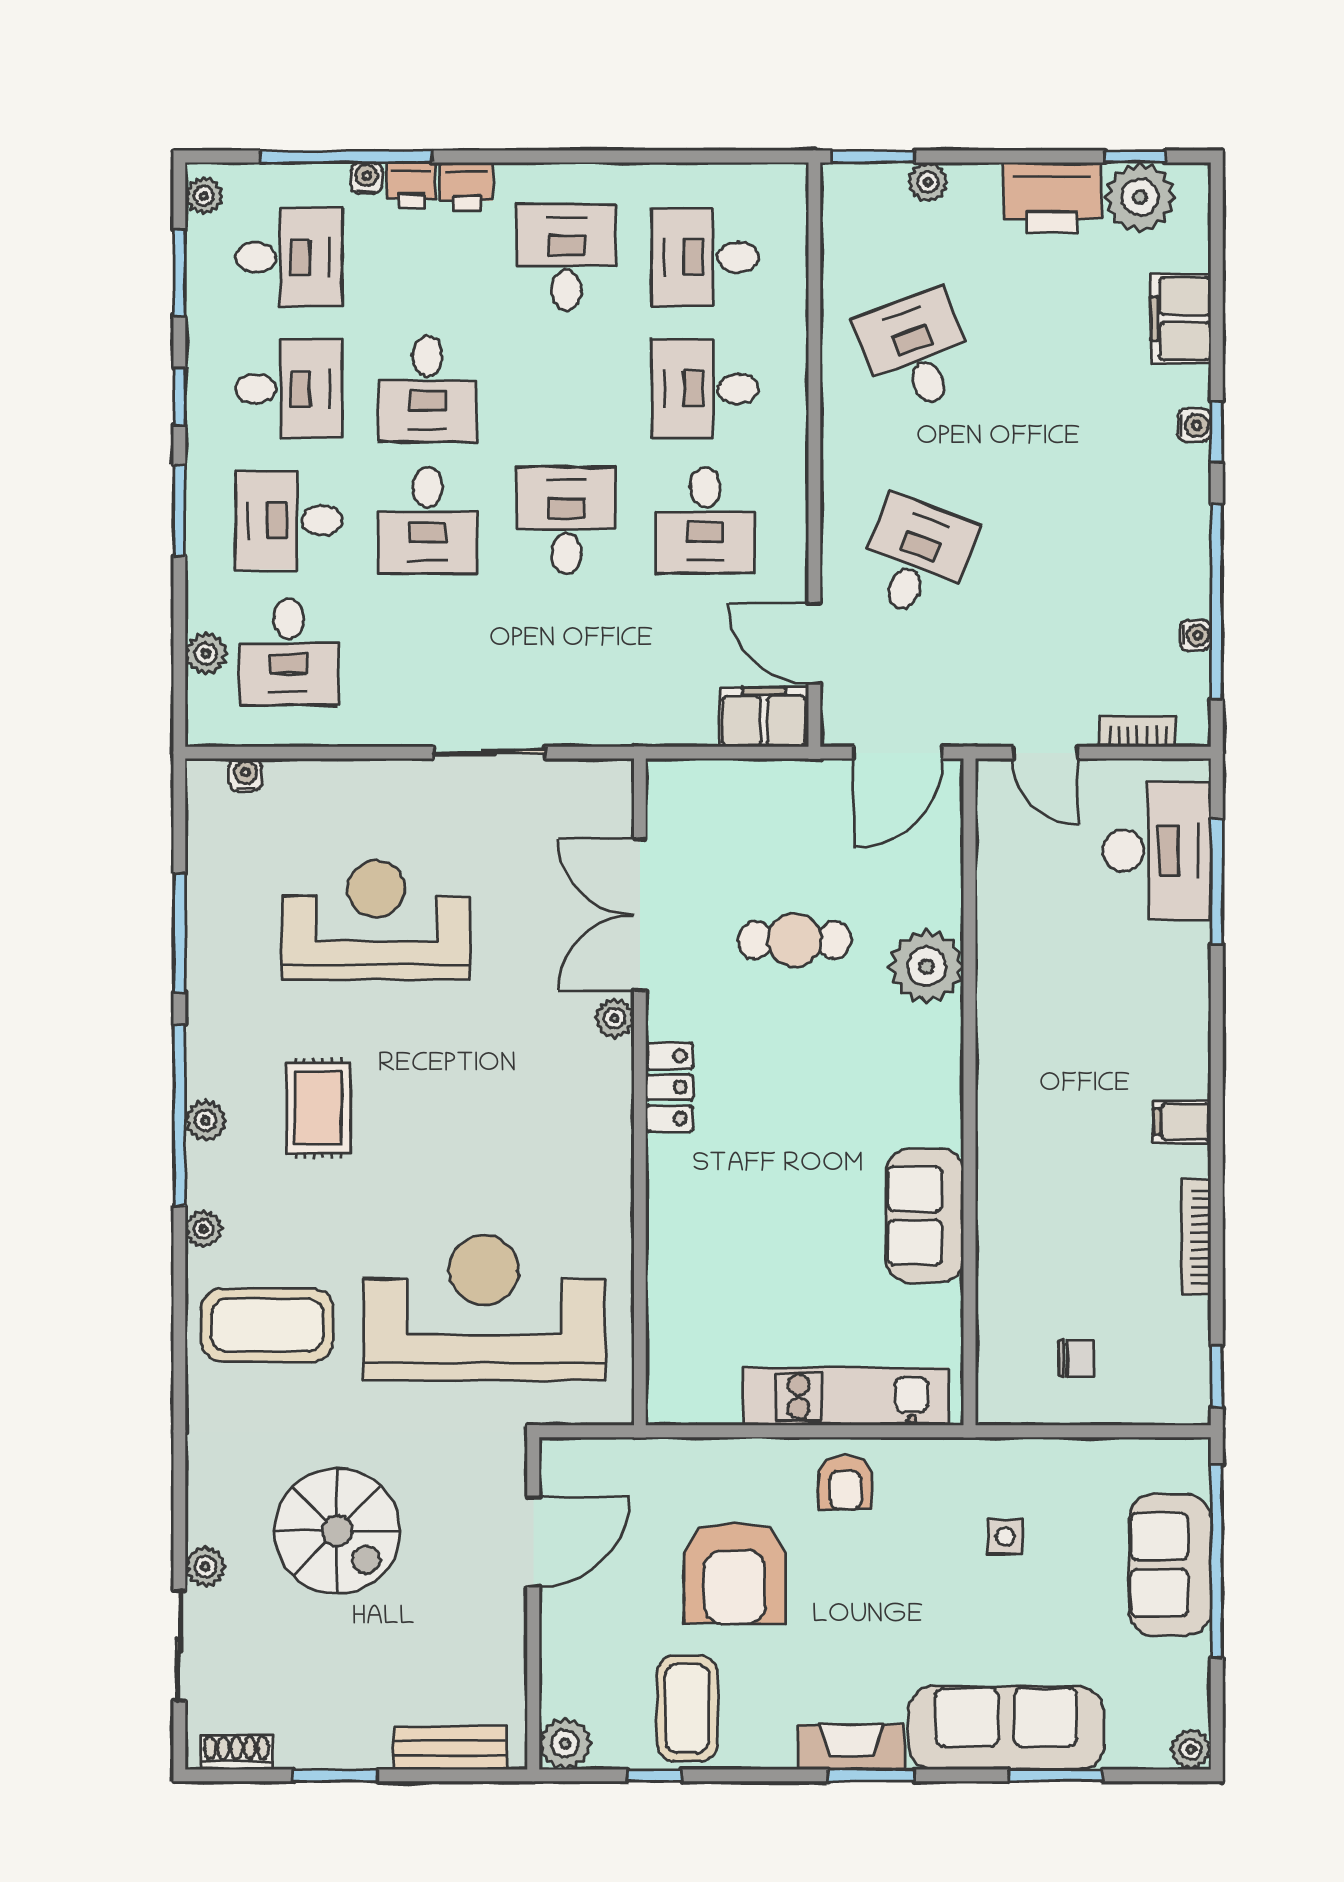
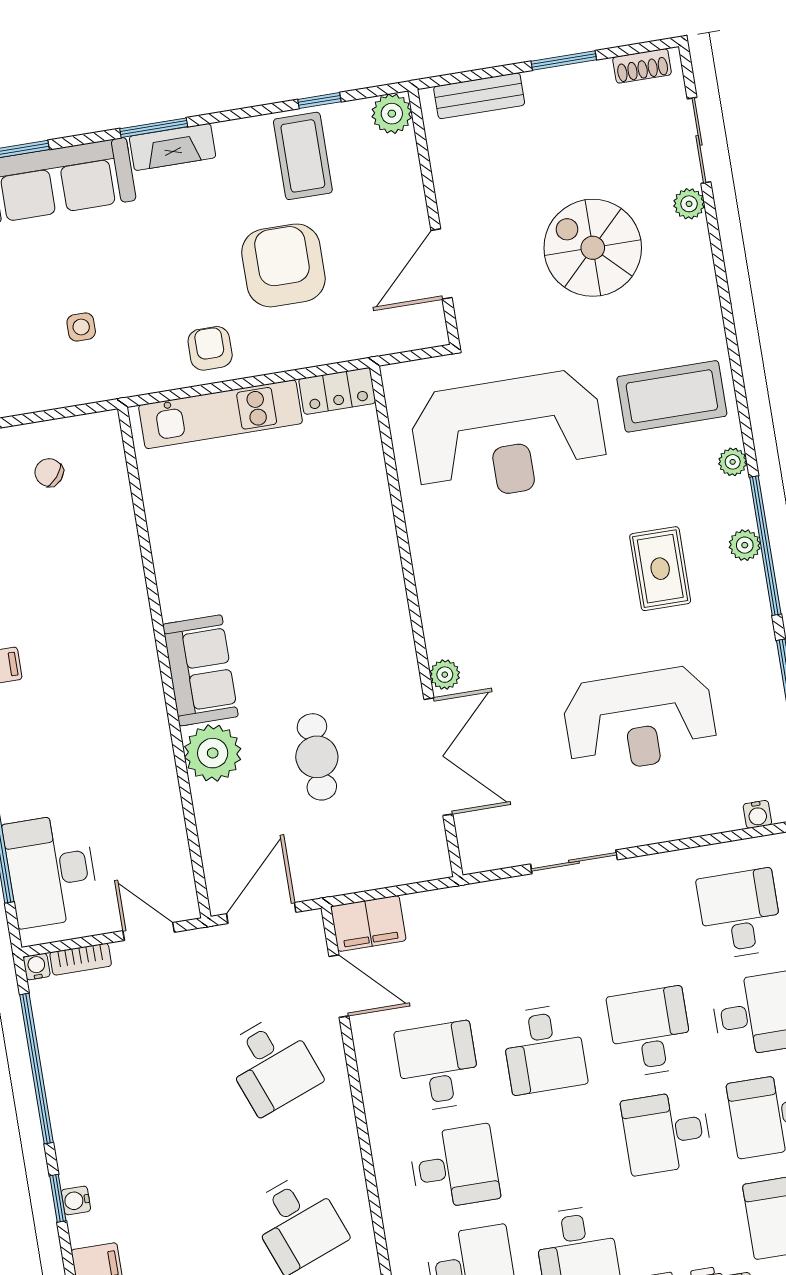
desk: (428, 389) -> (667, 1132), turned -90
desk: (916, 558) -> (272, 1064), turned -42
water cooler: (1195, 635) -> (37, 967), moved, turned 90
cafe table: (795, 940) -> (317, 757), turned 90
locker: (669, 1087) -> (337, 391), moved, turned -90
sofa: (925, 1216) -> (200, 670), moved
chair: (1076, 1358) -> (49, 472), turned 40

